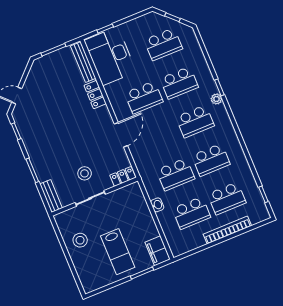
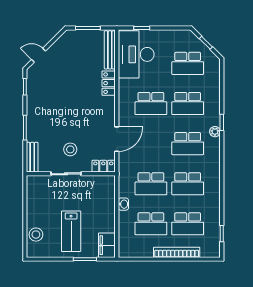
door: (121, 135) -> (117, 139), moved
stool: (80, 240) -> (36, 235), moved

